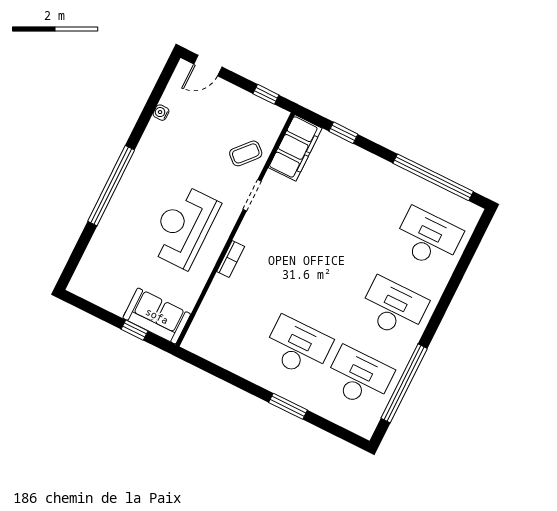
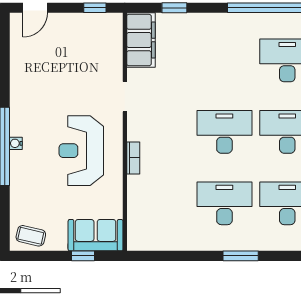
water cooler: (161, 113) -> (16, 143), moved
coffee table: (246, 153) -> (31, 236), moved, turned 61
desk: (332, 278) -> (224, 132), added

